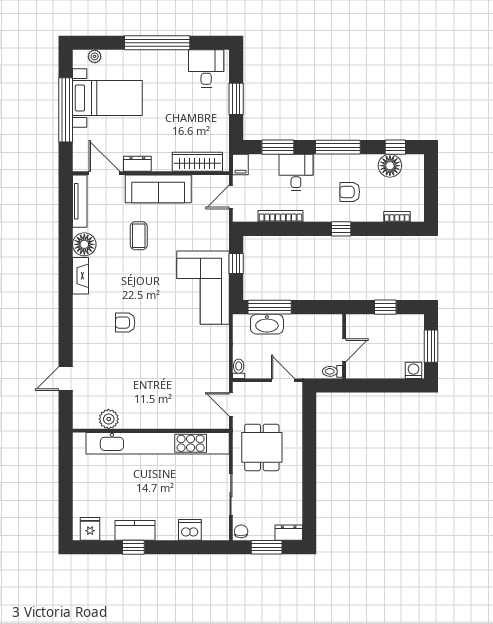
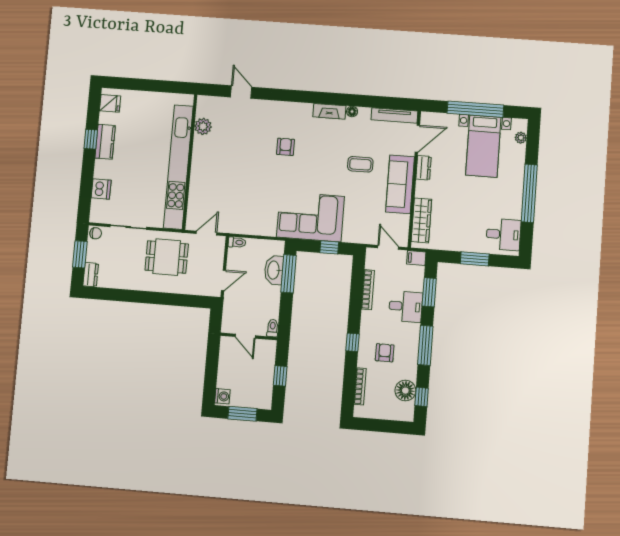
bookcase: (397, 217) -> (360, 386), width x1.56
floor lamp: (84, 244) -> (352, 112), width x0.53, depth x0.53
toilet: (332, 371) -> (273, 328), moved

